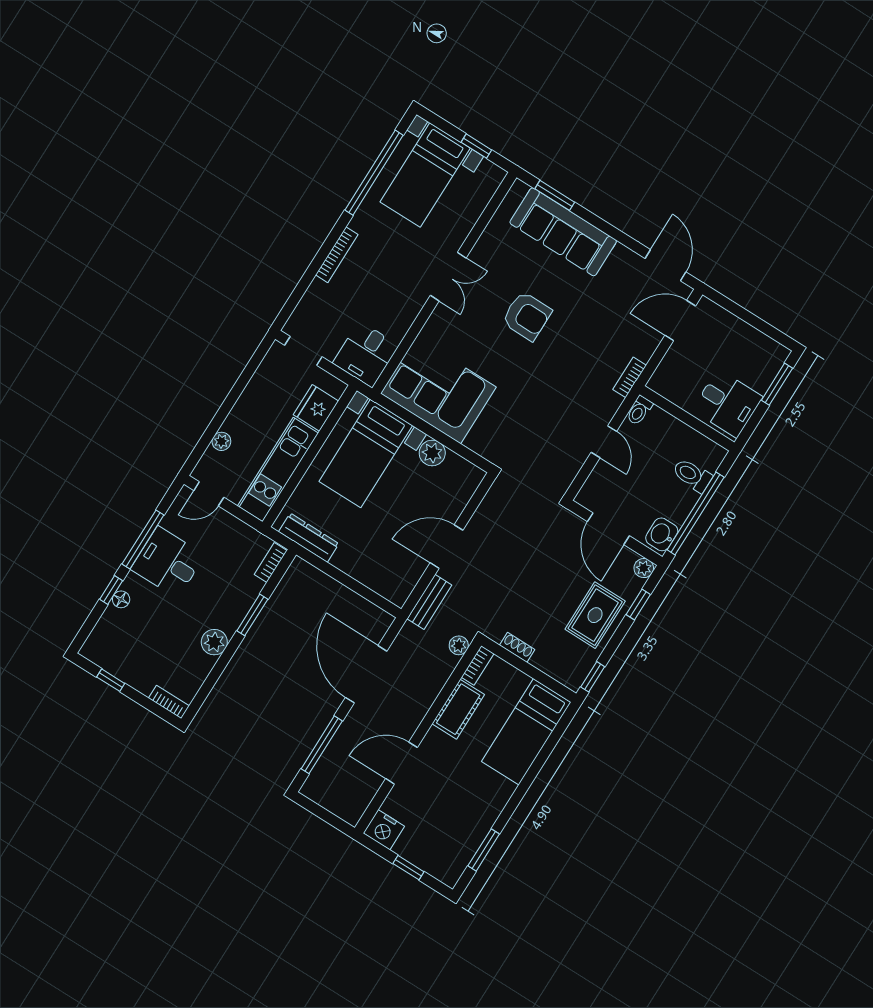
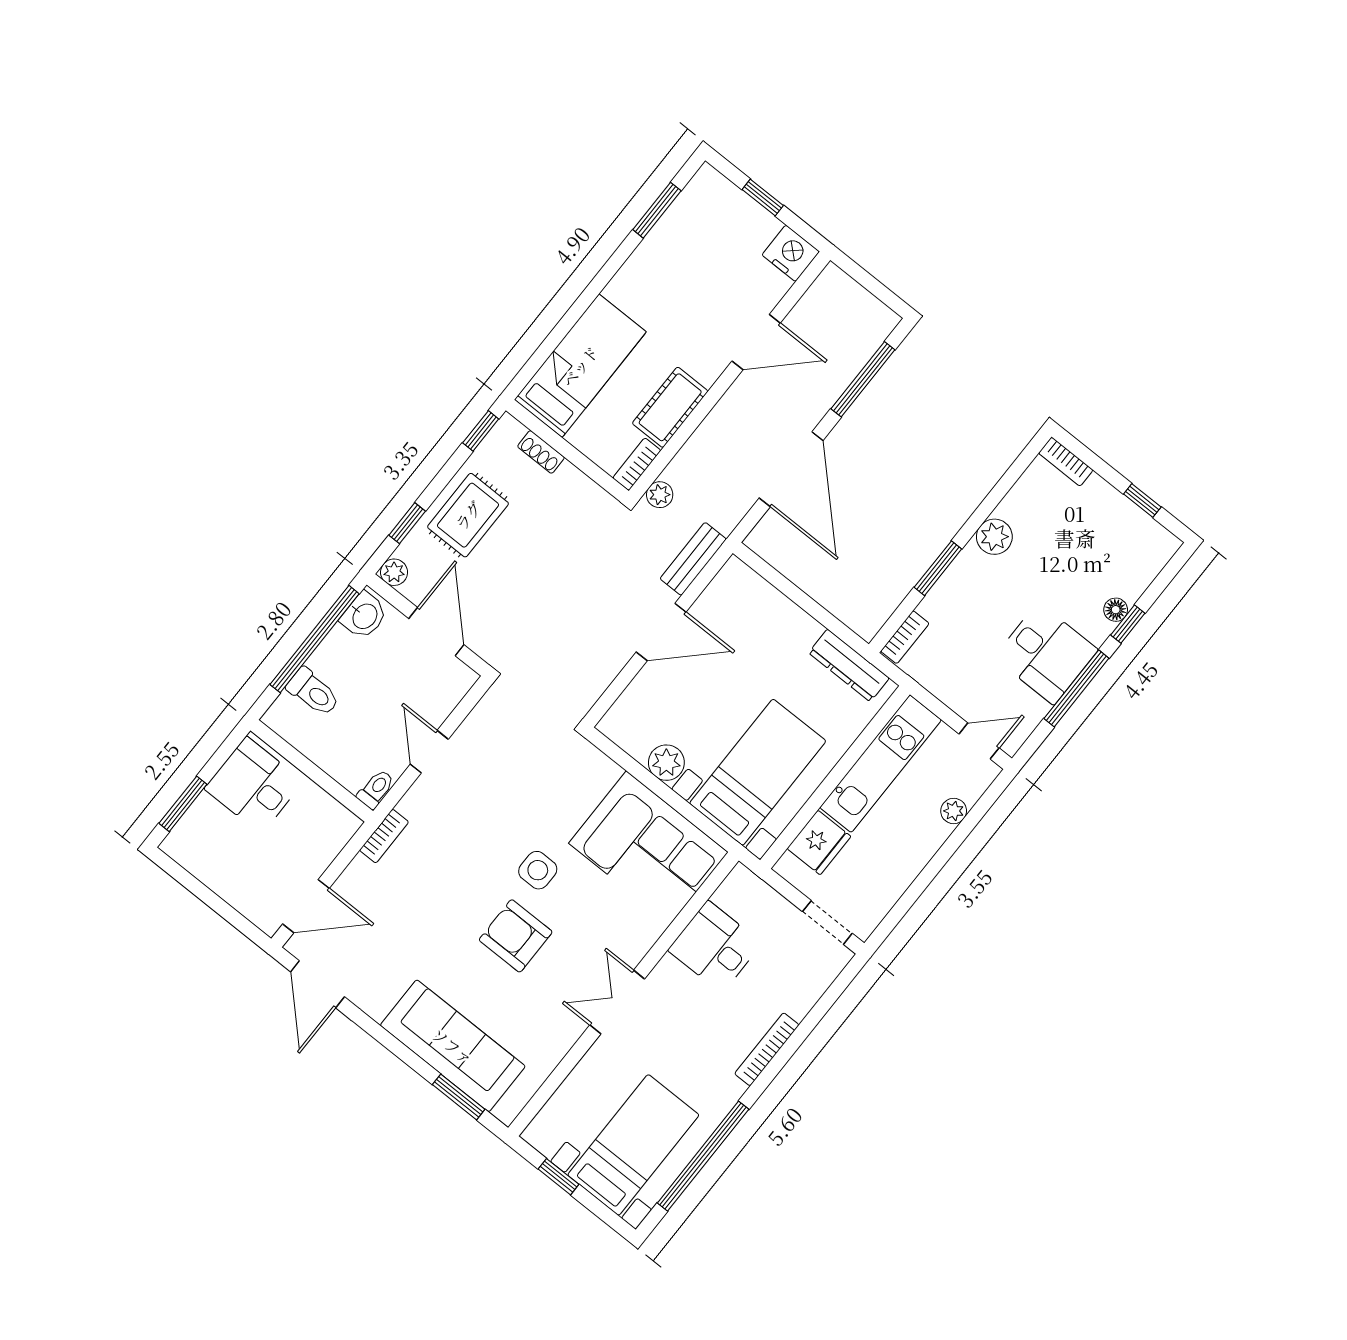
desk: (366, 354) -> (715, 947), moved, turned -90
side table: (516, 365) -> (538, 870), added
shoe rack: (517, 647) -> (541, 452), moved

